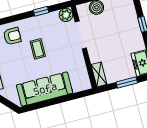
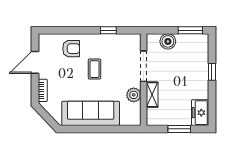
plant: (66, 15) -> (134, 95), moved
shelving: (99, 74) -> (152, 95), moved

